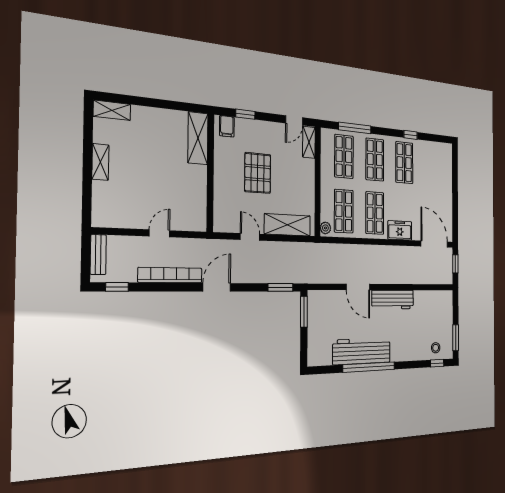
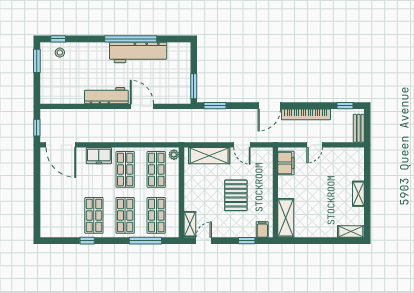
filing cabinet: (197, 211) -> (286, 163), added

